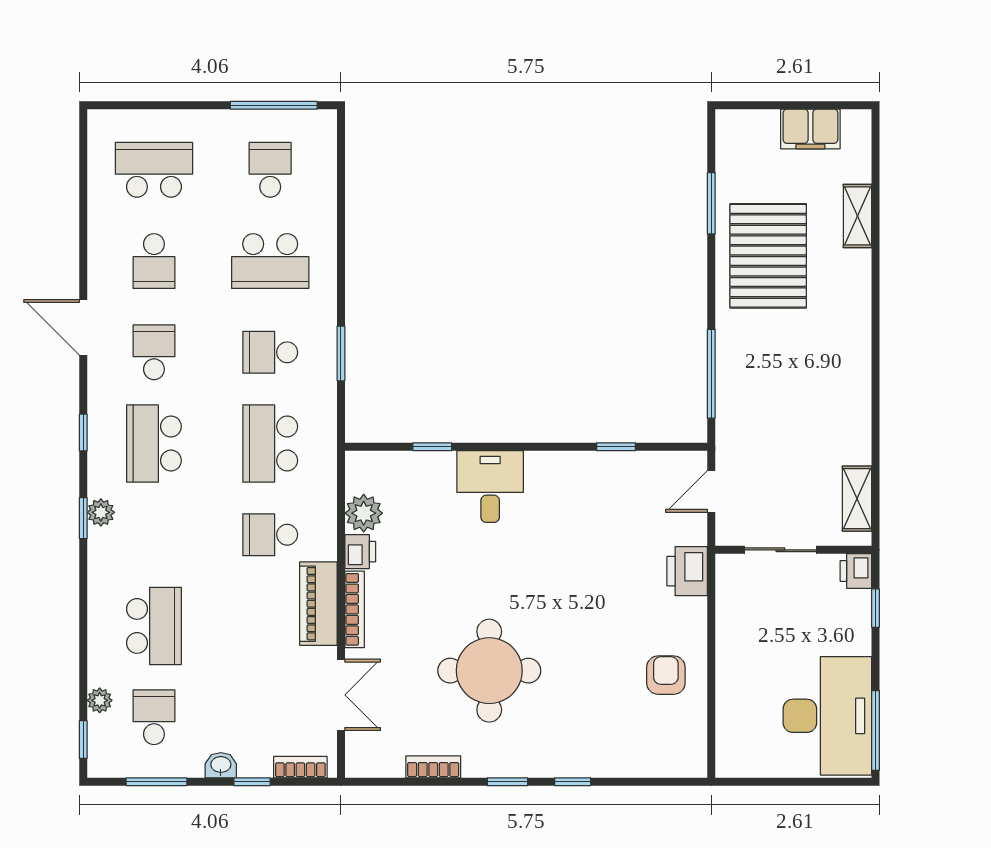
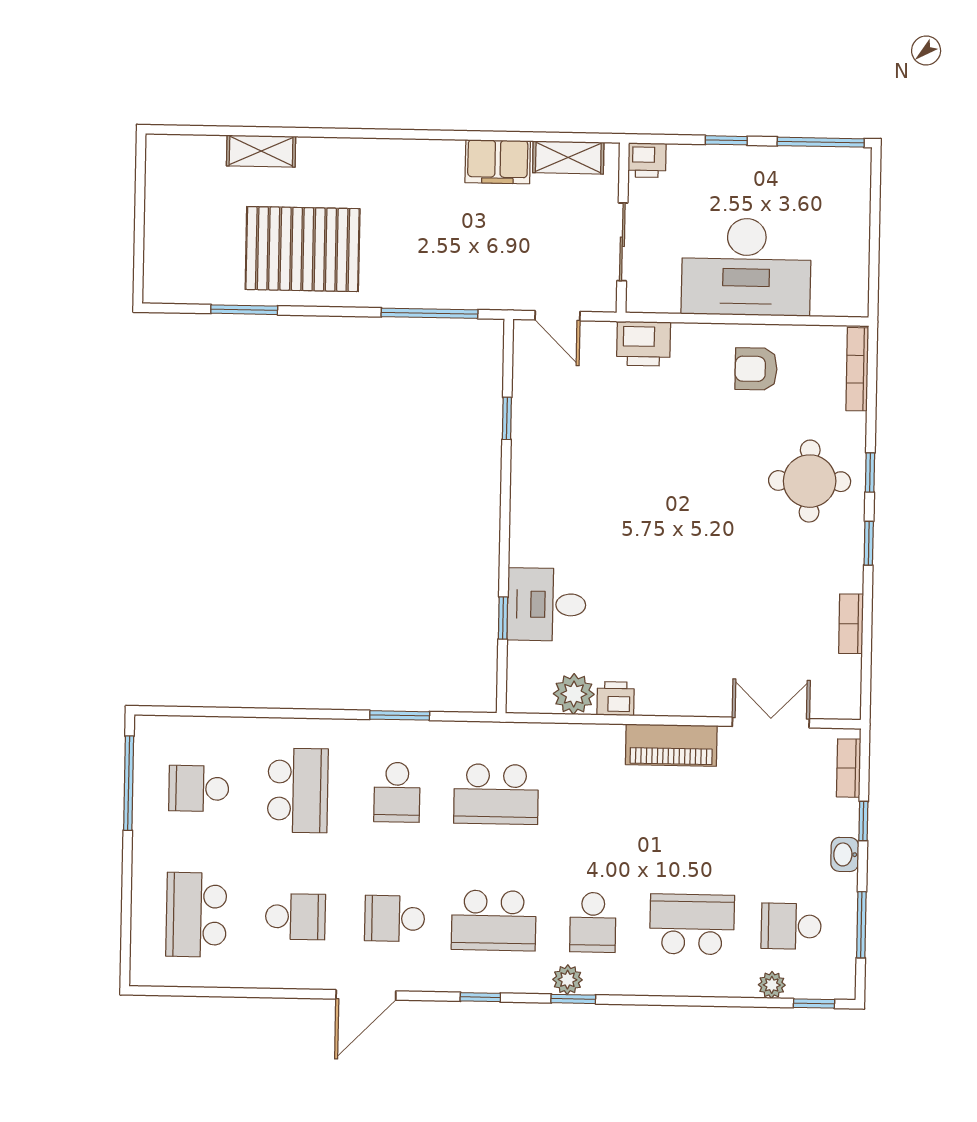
filing cabinet: (810, 129) -> (498, 162), moved, turned 90
desk: (490, 487) -> (547, 604), moved
school desk: (270, 535) -> (593, 922), moved
window: (876, 608) -> (726, 140), moved
bookcase: (355, 609) -> (857, 369), moved, turned -90
round table: (489, 671) -> (810, 481), moved, width x0.73, depth x0.73
desk: (827, 716) -> (746, 267), moved, turned 180

